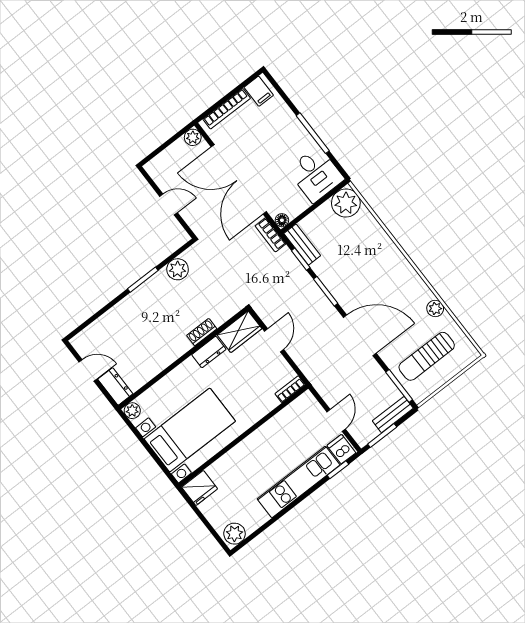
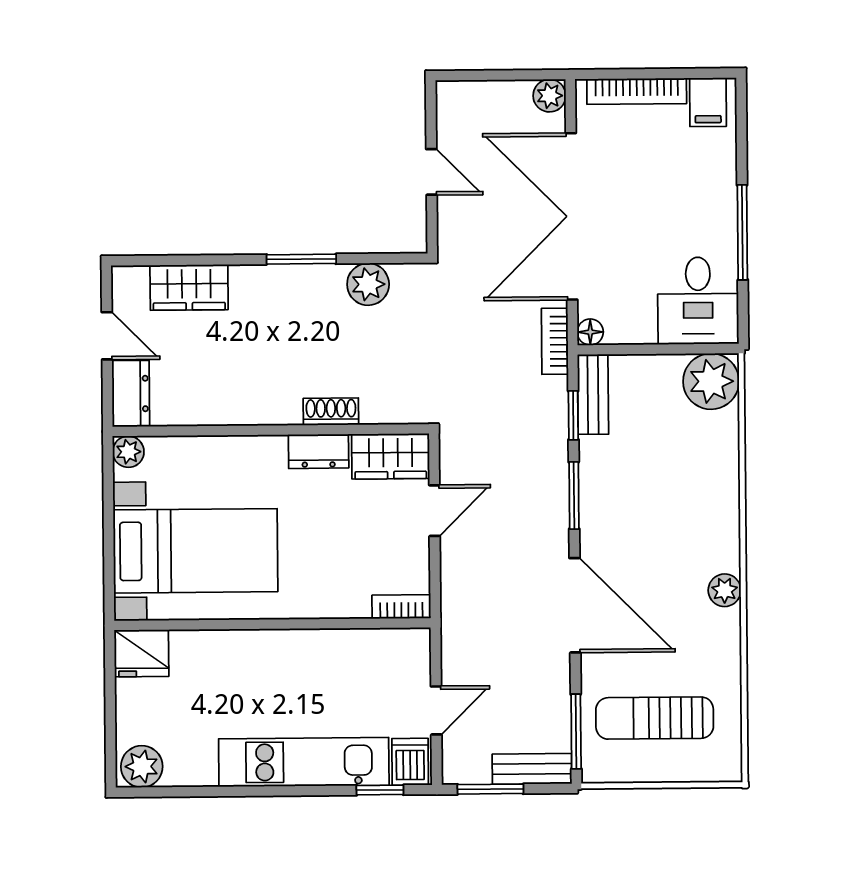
plant: (435, 308) -> (725, 590), moved
wardrobe: (106, 326) -> (189, 287), added

